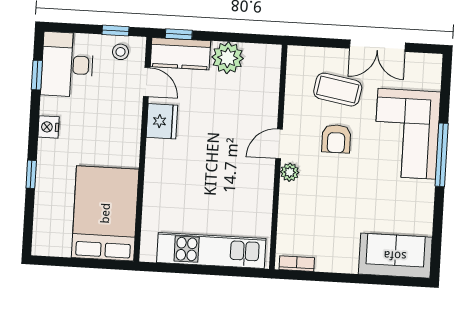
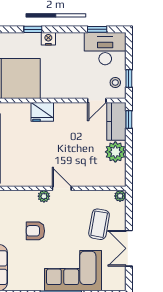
plant: (296, 55) -> (120, 196), added
fridge: (162, 121) -> (42, 112), moved
nightstand: (48, 127) -> (48, 39), moved
armchair: (336, 139) -> (35, 231), moved

